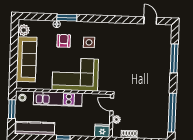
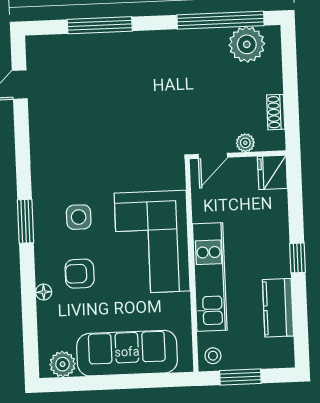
window: (67, 18) -> (25, 221), moved
plant: (160, 124) -> (247, 44), added
kitchen counter: (35, 128) -> (278, 308), width x0.67

